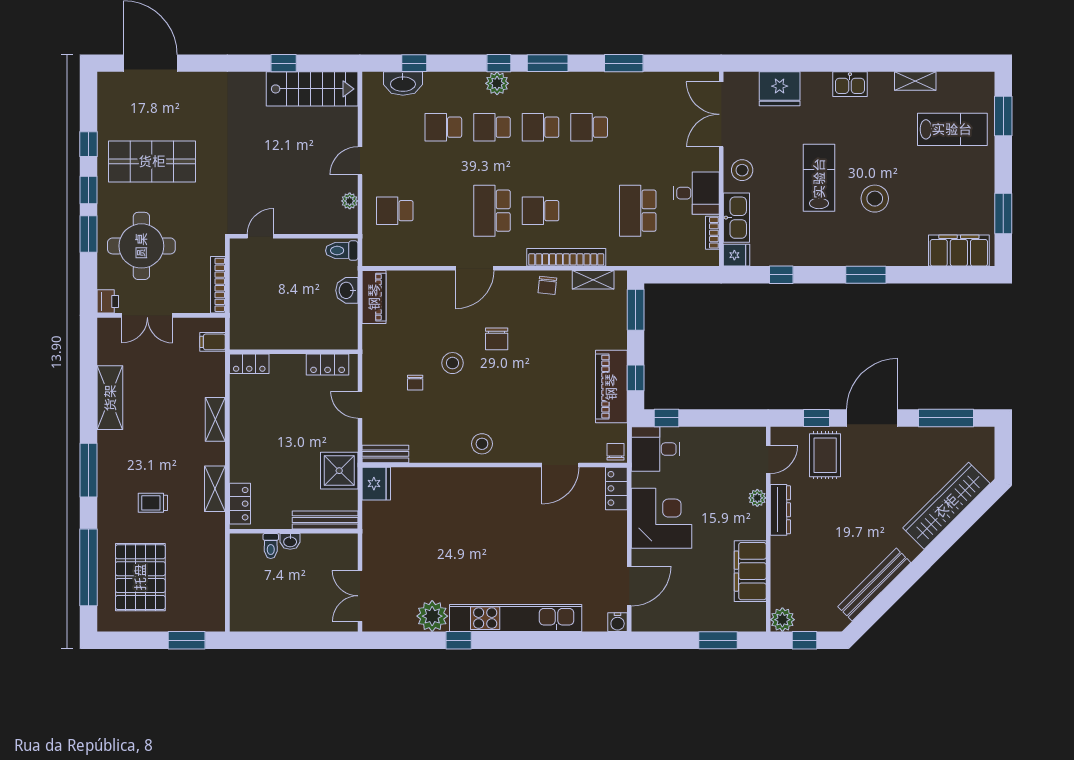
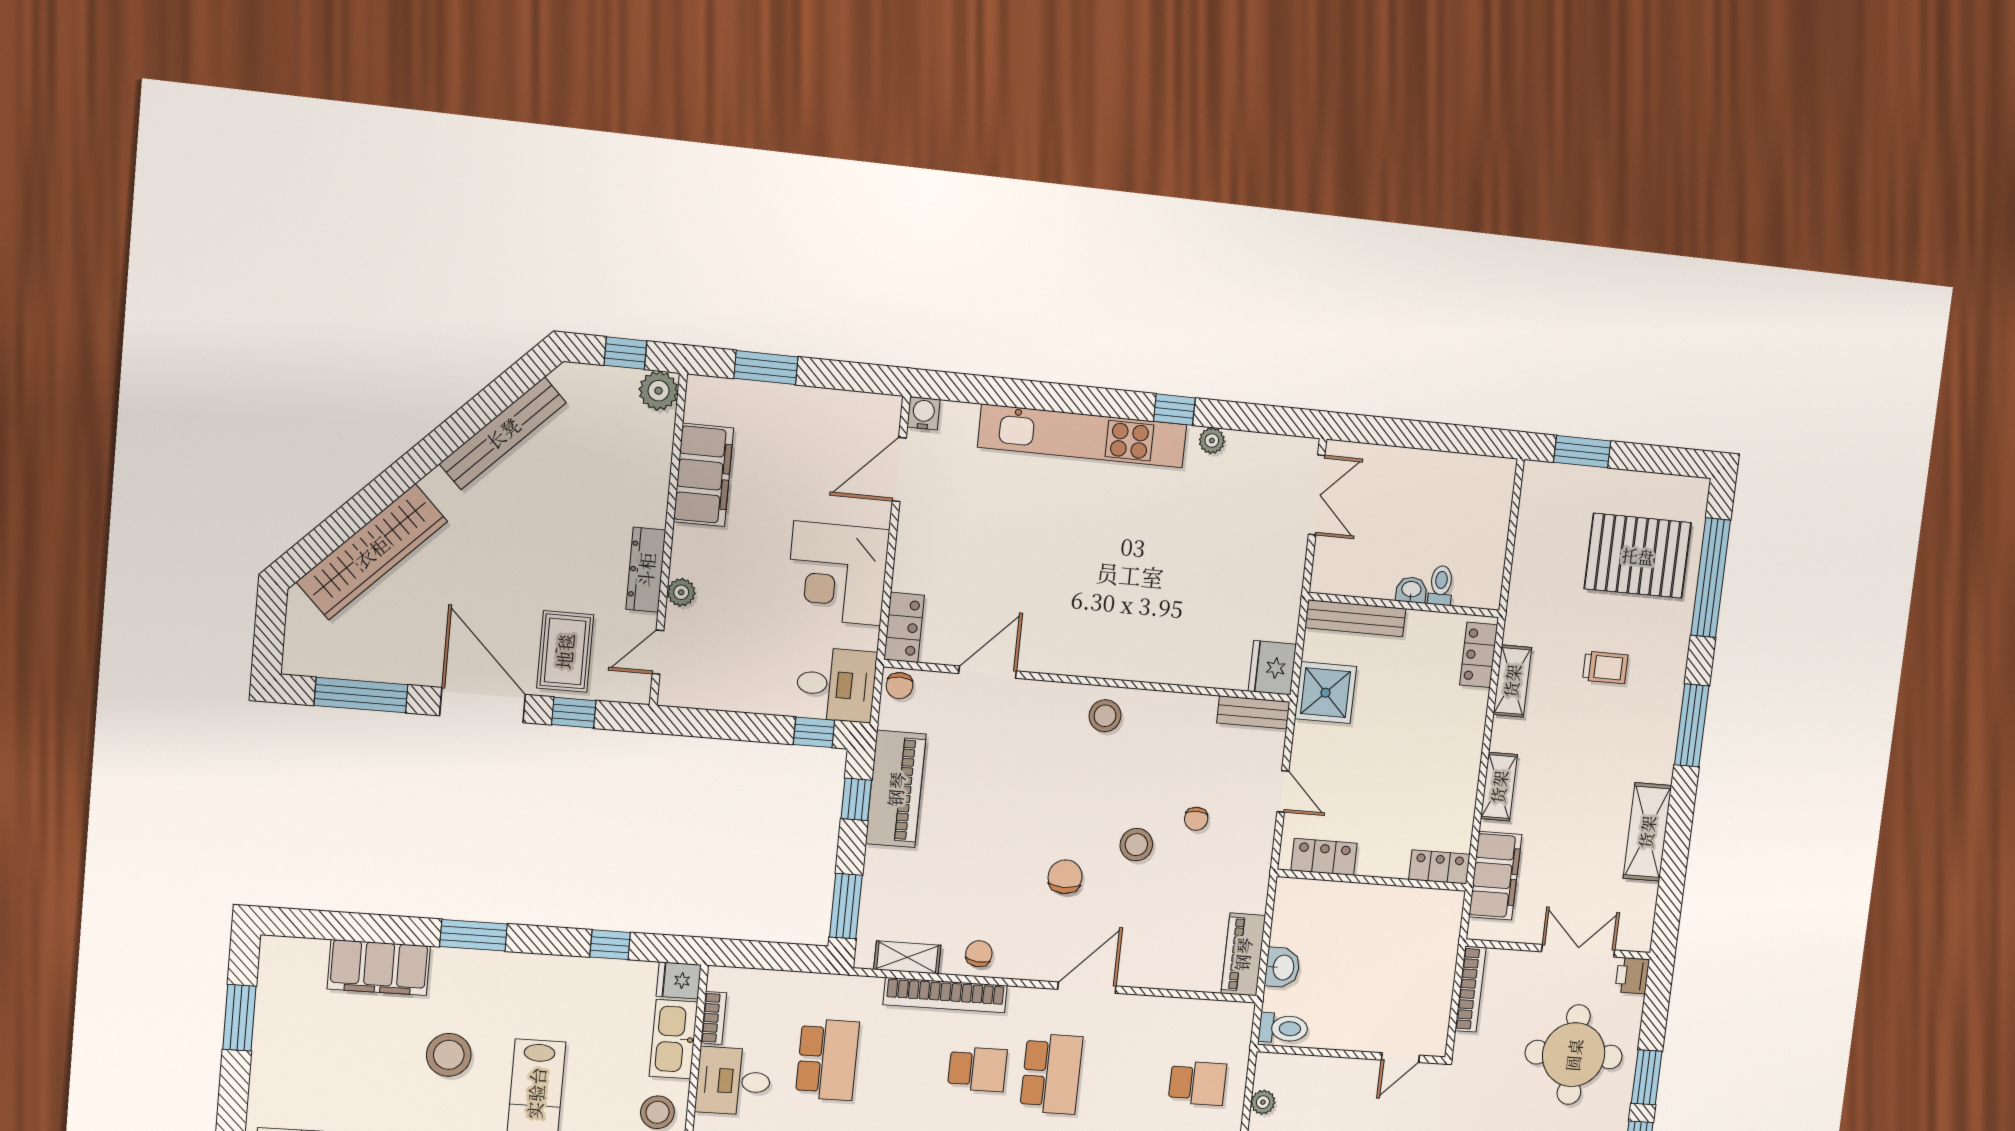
filing cabinet: (959, 251) -> (379, 967), moved
filing cabinet: (213, 342) -> (1495, 876), width x3.00, depth x1.17
chair: (415, 383) -> (1196, 819), turned 180
door: (872, 418) -> (483, 705), swing flipped
pallet: (140, 577) -> (1638, 556), turned 90
plant: (432, 616) -> (1212, 441), width x0.53, depth x0.53

